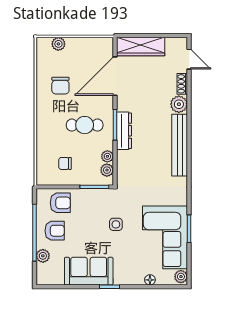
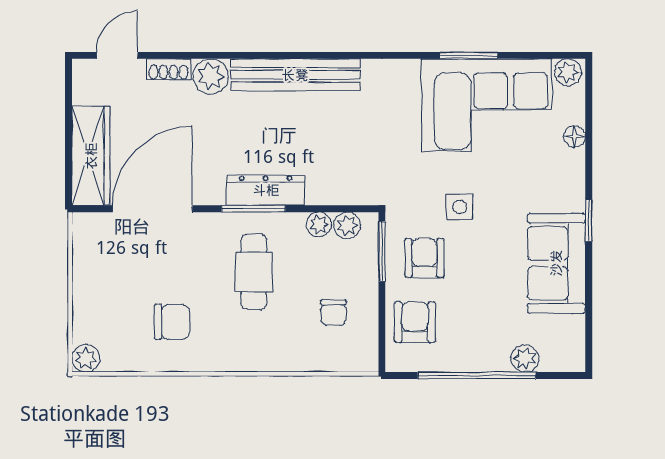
plant: (58, 44) -> (86, 358), moved
door: (115, 76) -> (153, 209), swing flipped
armchair: (55, 231) -> (424, 258), moved

